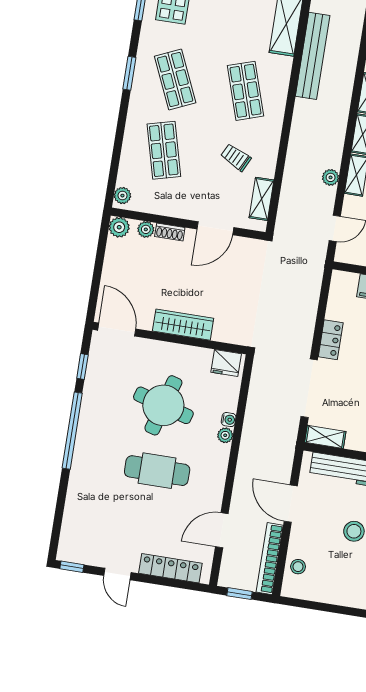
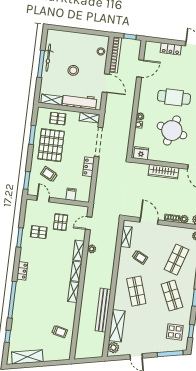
shop shelf: (164, 150) -> (177, 260), turned 33
door: (215, 228) -> (149, 221), hinge flipped
locker: (170, 568) -> (171, 49), width x0.66

